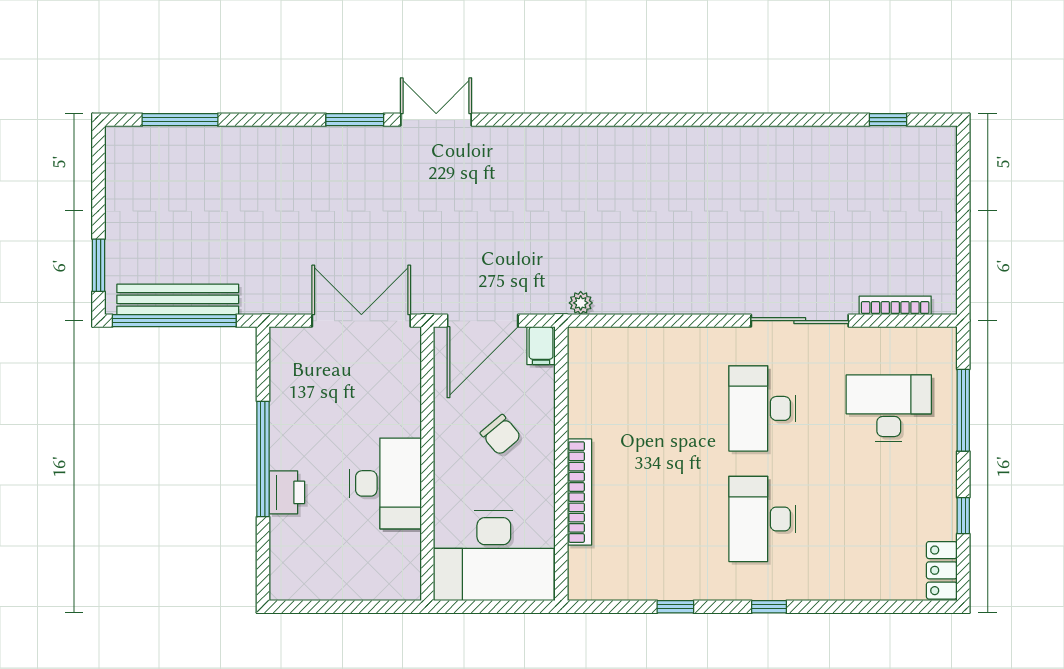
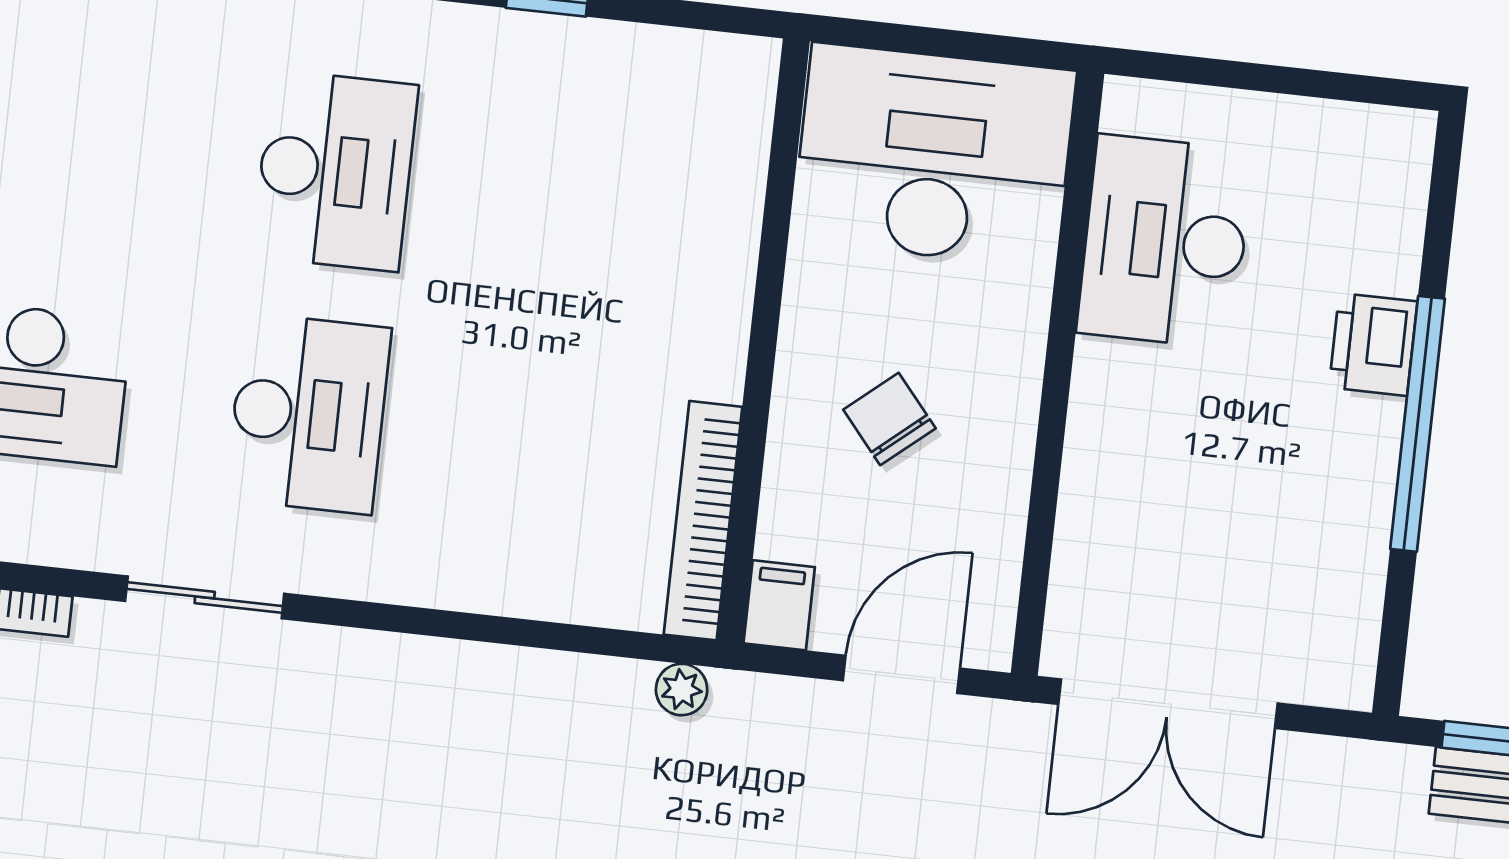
door: (483, 321) -> (901, 674), width x0.73
sliding door: (800, 321) -> (205, 597), width x0.73
desk: (386, 483) -> (1165, 241), moved
bookcase: (579, 492) -> (703, 521), moved

